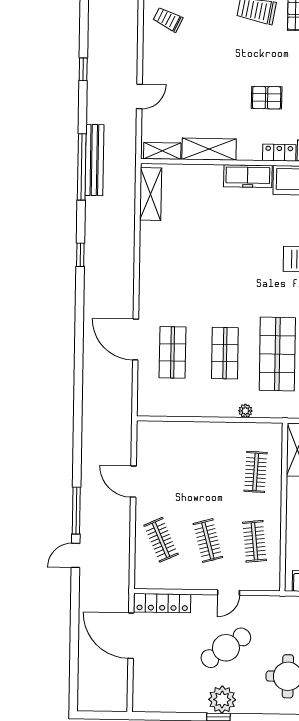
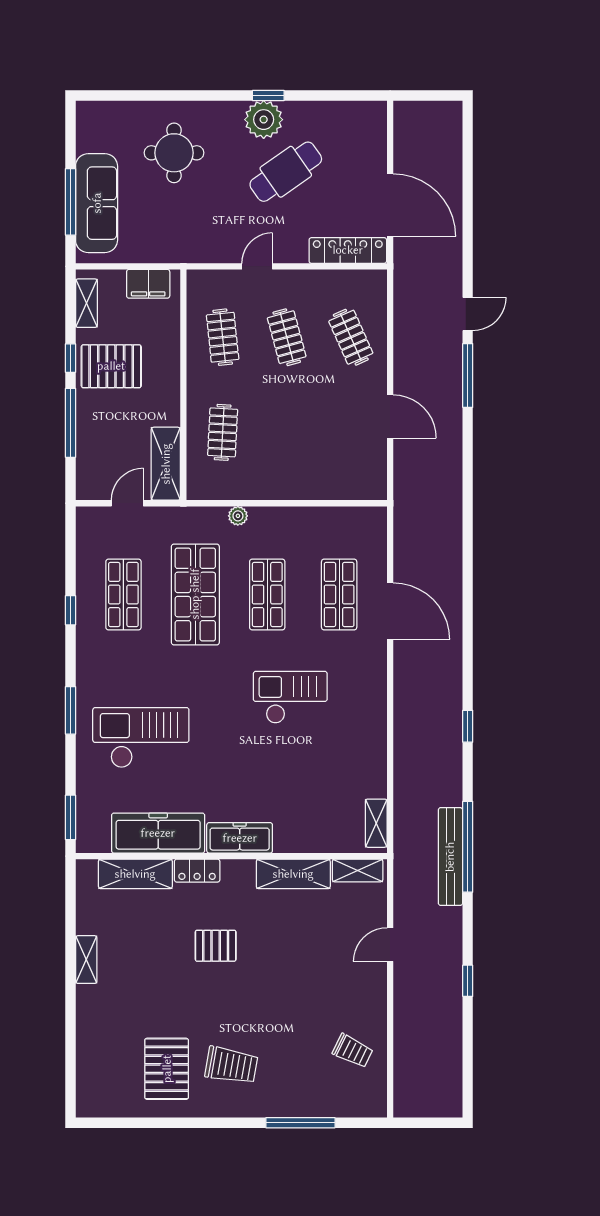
shelving: (151, 194) -> (376, 823), width x0.67, depth x0.75
checkout: (209, 278) -> (290, 697), added
cafe table: (226, 648) -> (286, 172), moved

